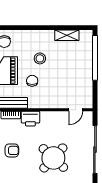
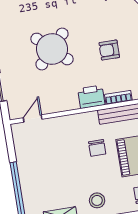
stool: (40, 58) -> (97, 200), moved

